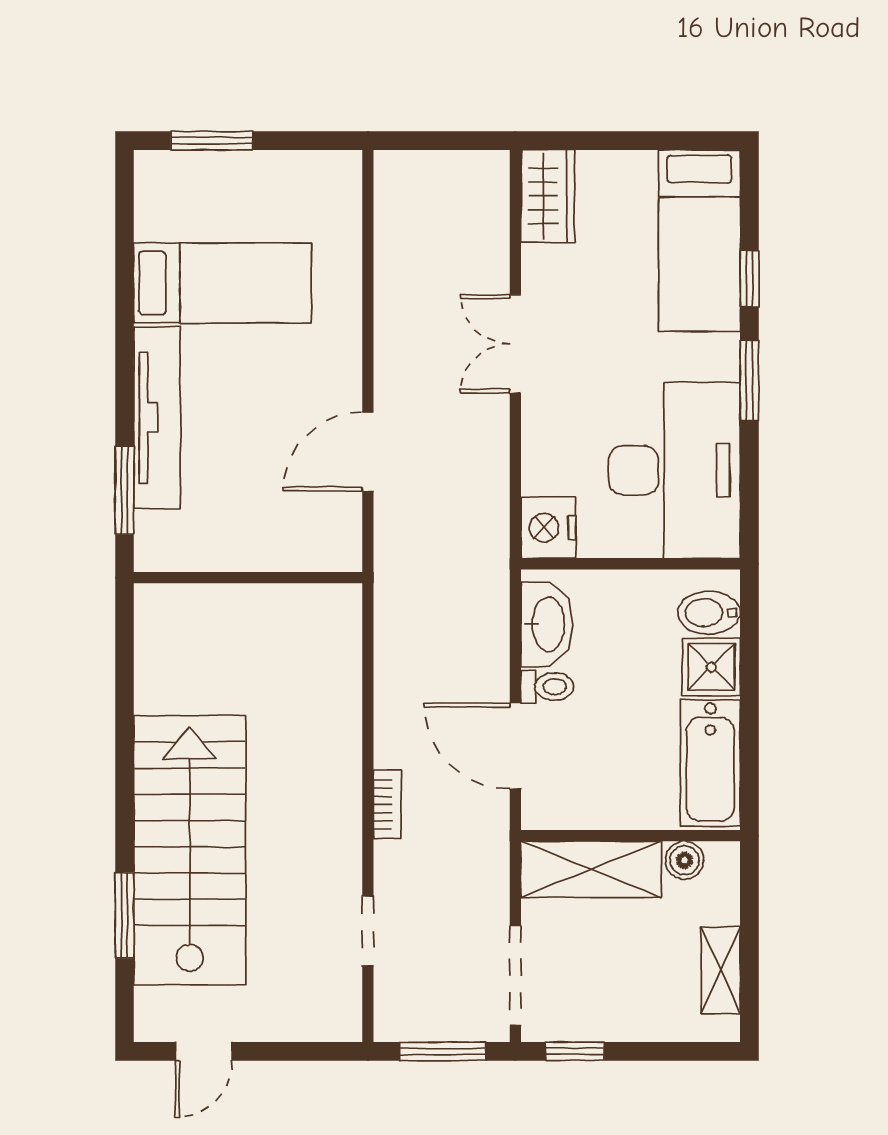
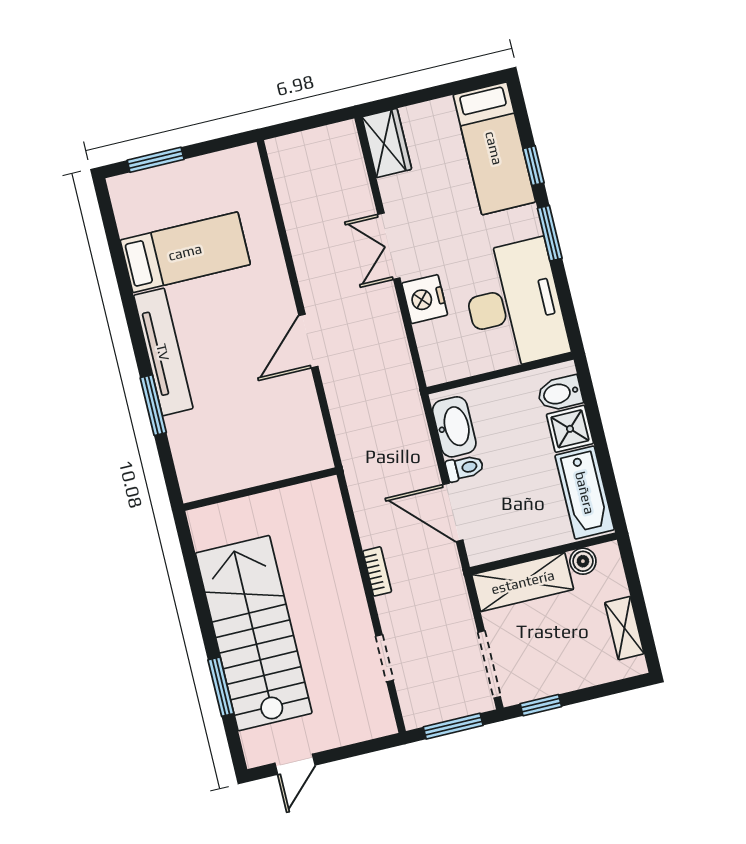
nightstand: (548, 528) -> (425, 299), moved
wall: (248, 578) -> (260, 489), moved

